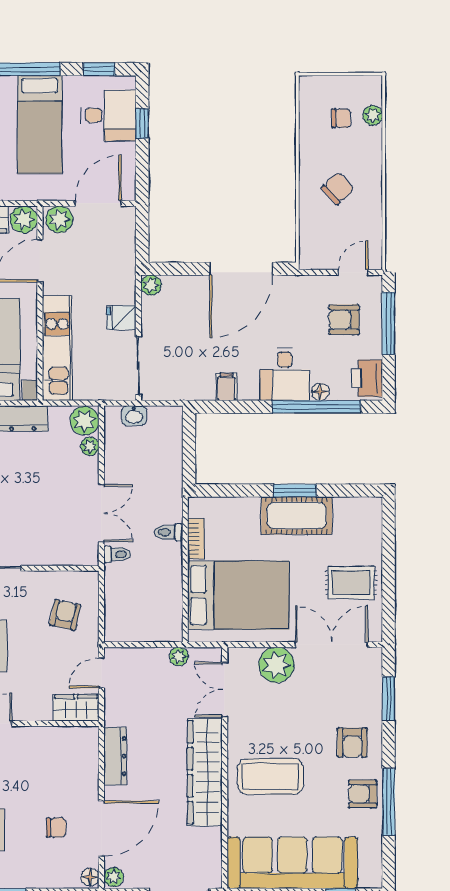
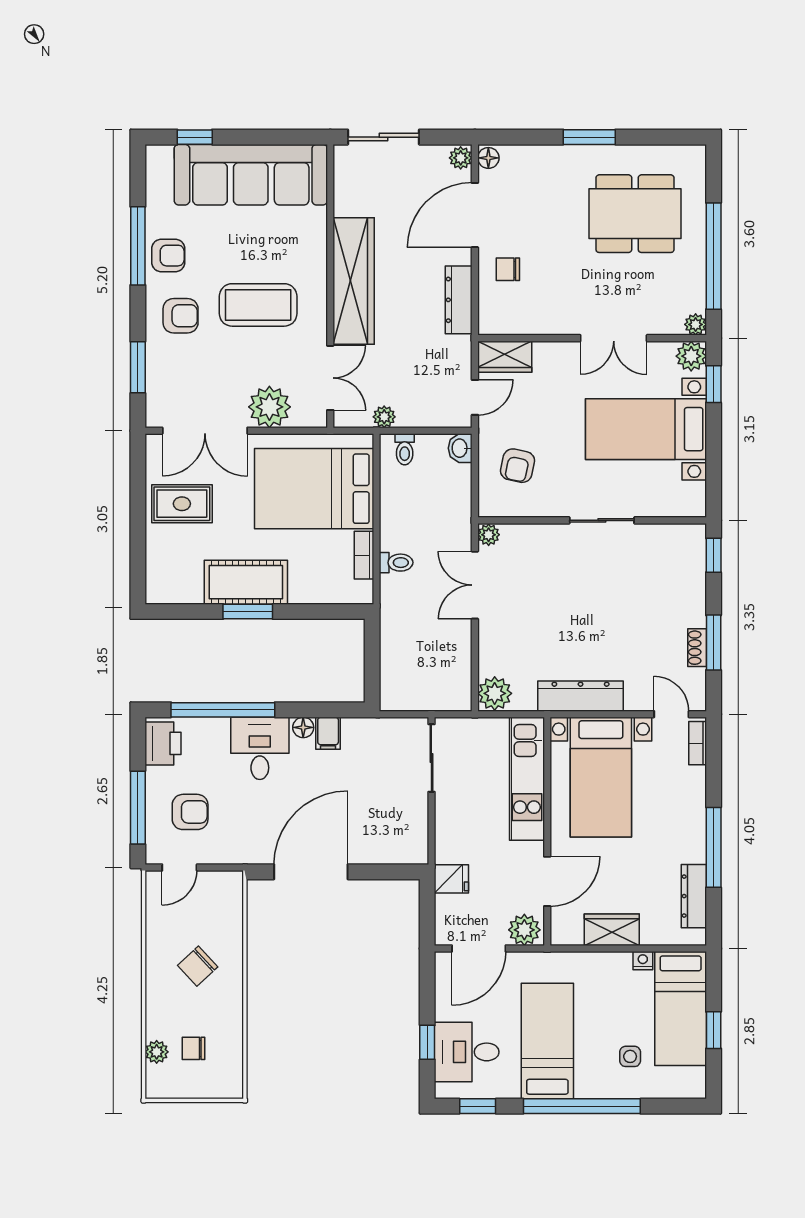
plant: (24, 219) -> (566, 930), removed
plant: (151, 285) -> (417, 853), removed
fridge: (121, 317) -> (451, 879), moved
floor lamp: (320, 392) -> (303, 727), moved
washbasin: (134, 416) -> (460, 448), moved, turned -90
plant: (90, 446) -> (489, 535), moved
toilet: (117, 554) -> (405, 449), moved, turned -90
armchair: (352, 743) -> (181, 316), turned 90
coffee table: (271, 777) -> (258, 305), moved
chair: (56, 828) -> (508, 269), moved

